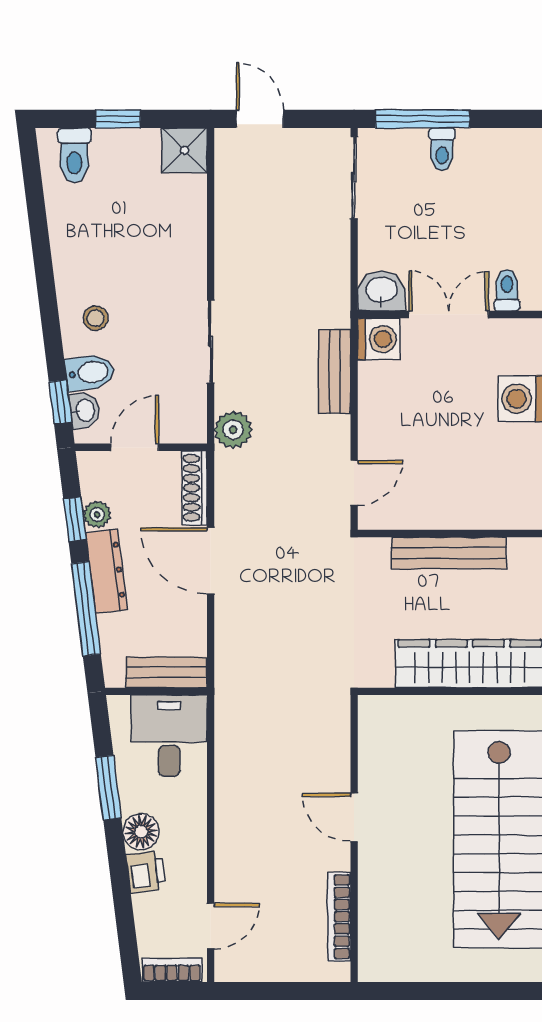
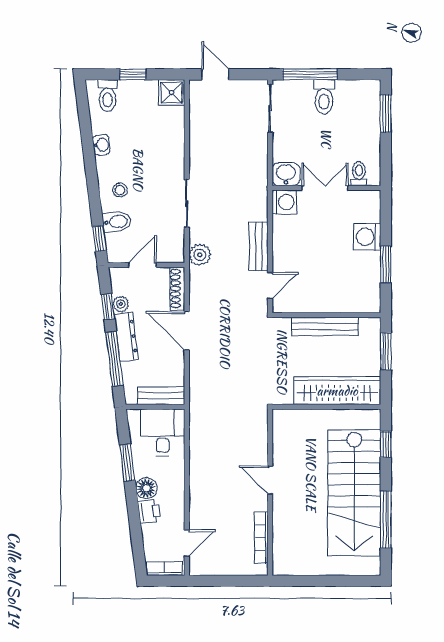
toilet: (442, 149) -> (324, 97), width x1.37, depth x1.39
bench: (335, 371) -> (259, 246), moved
washbasin: (85, 410) -> (101, 145), moved

